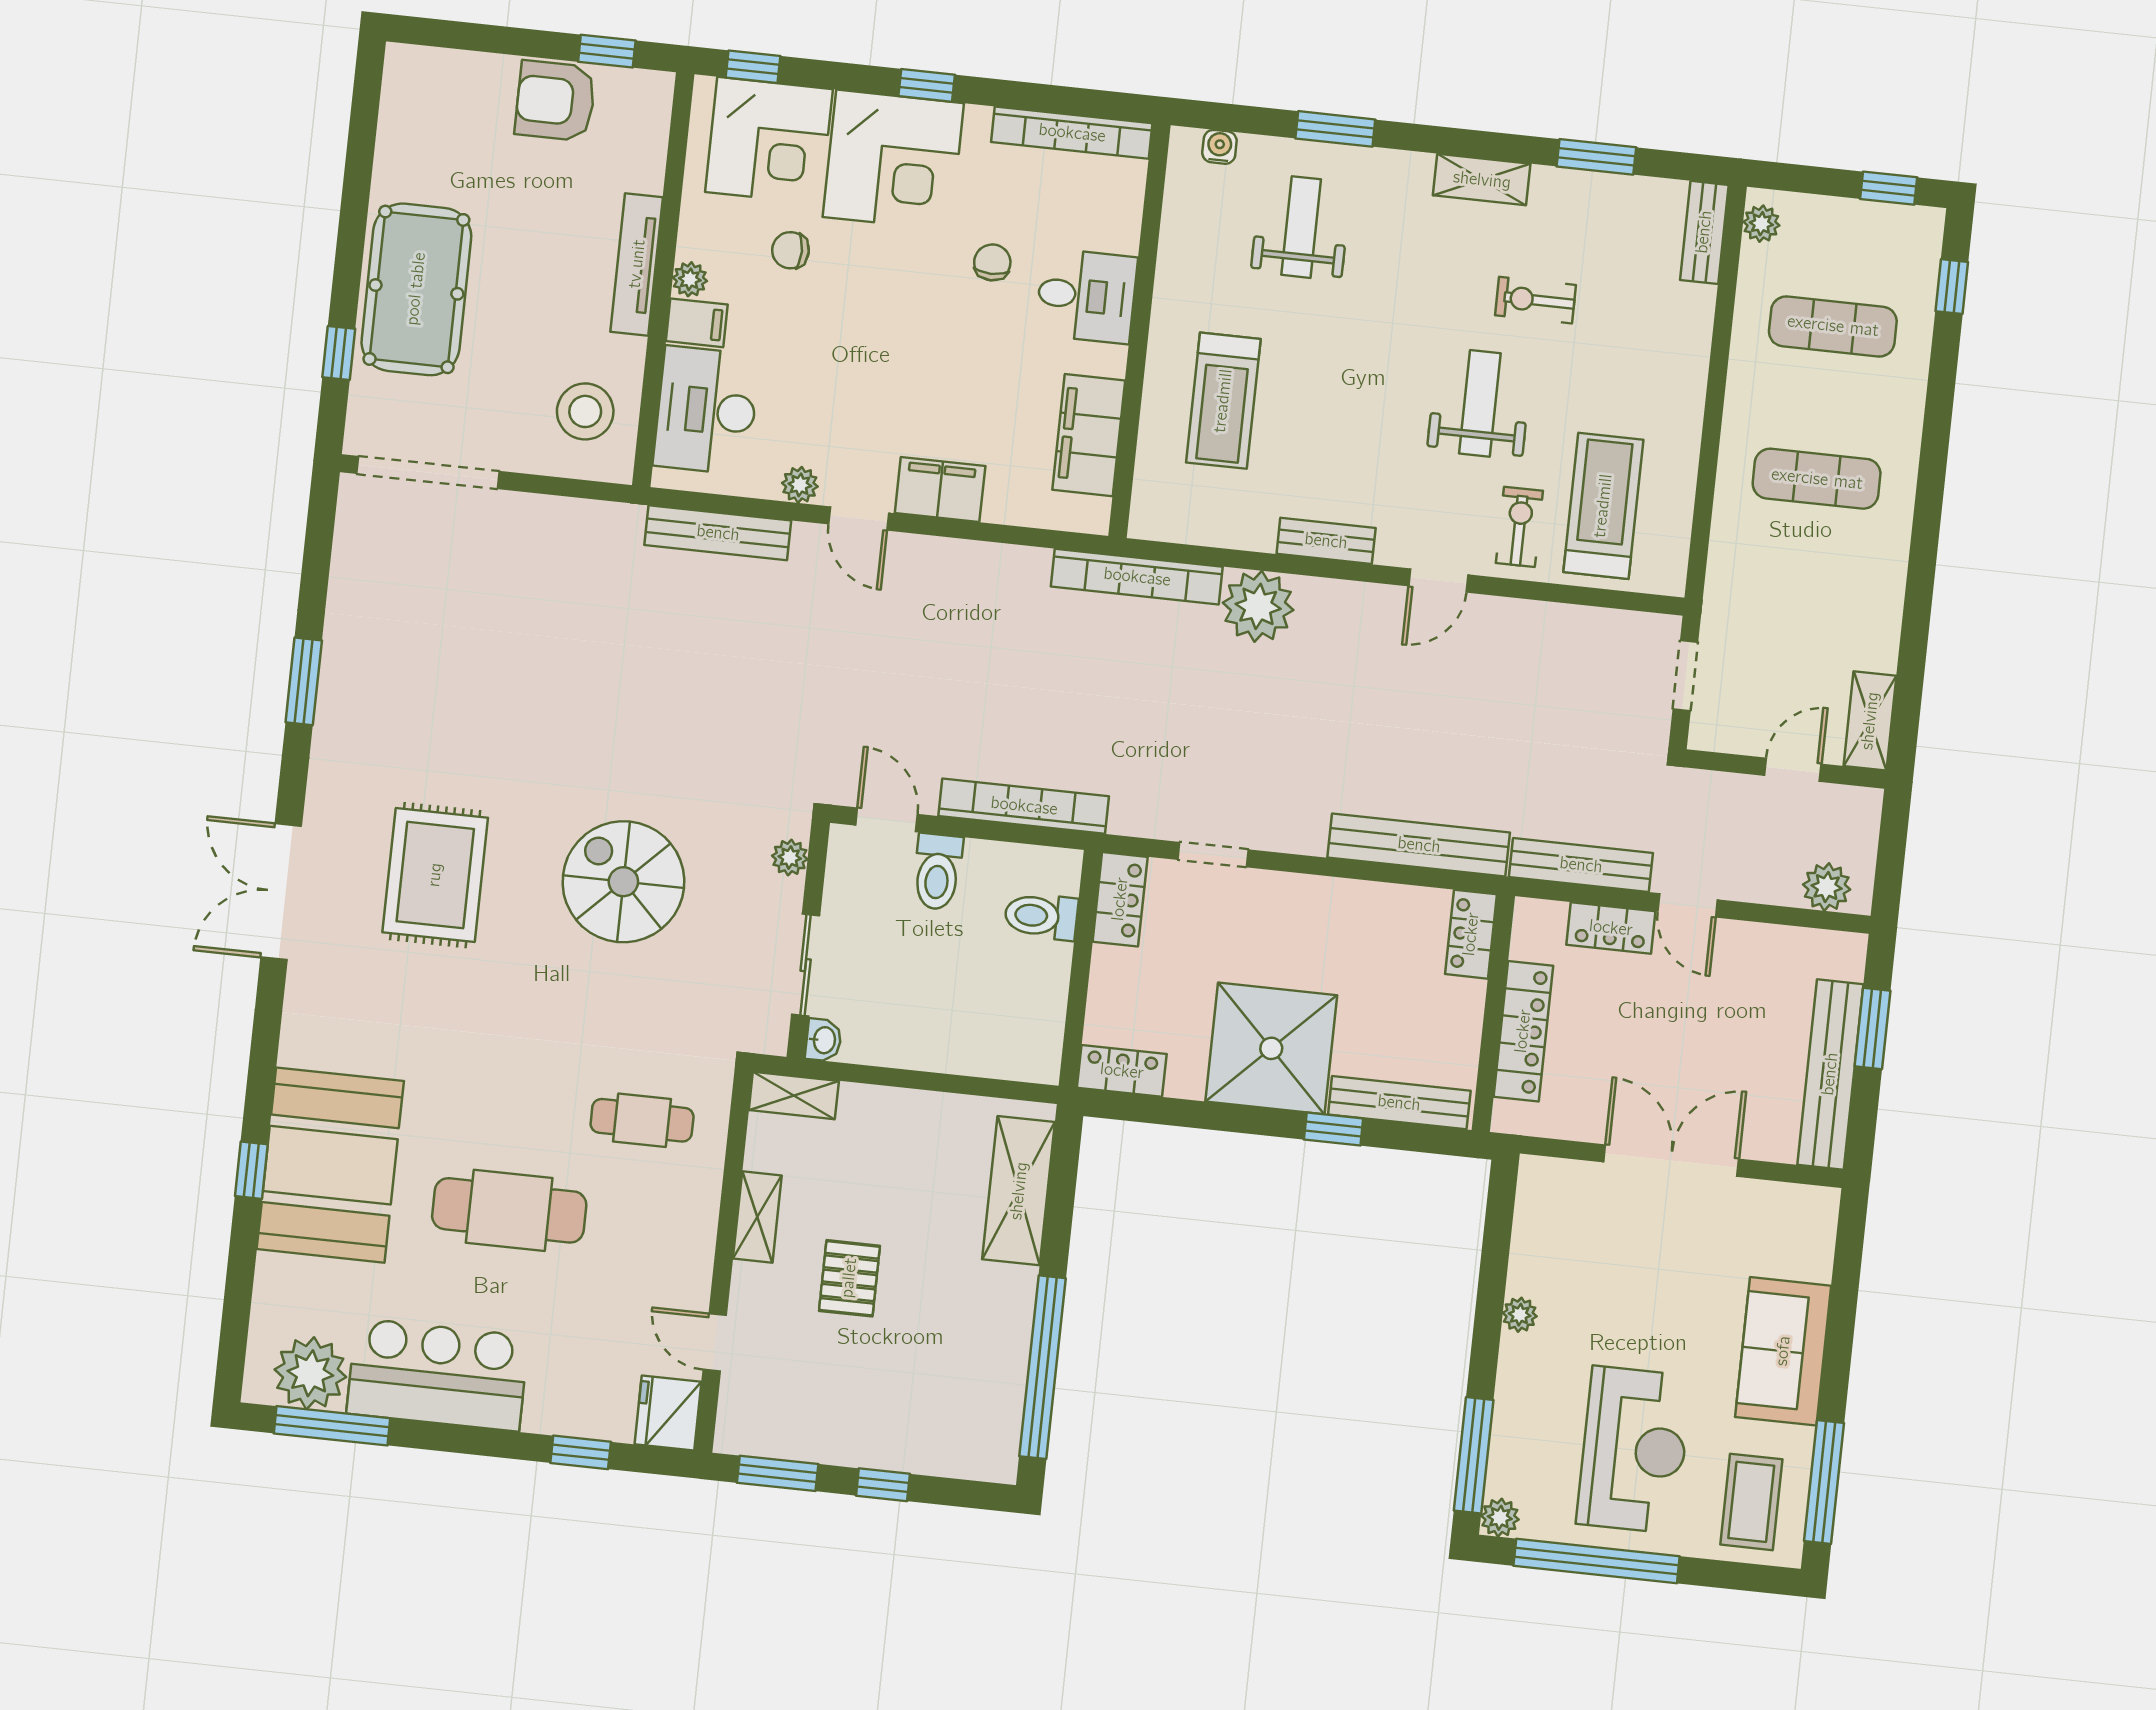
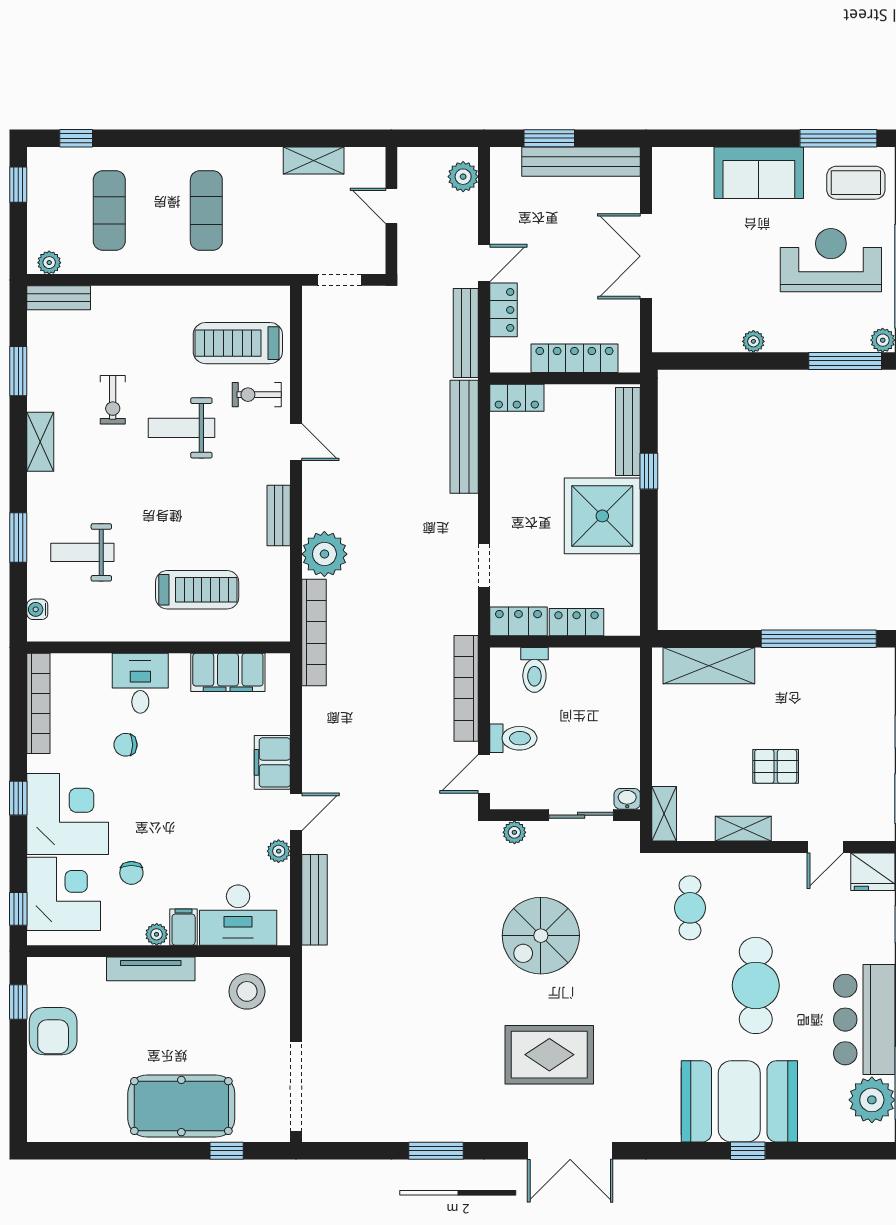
shelving: (1870, 721) -> (314, 160), moved
locker: (1122, 1071) -> (577, 622), moved, turned 90

